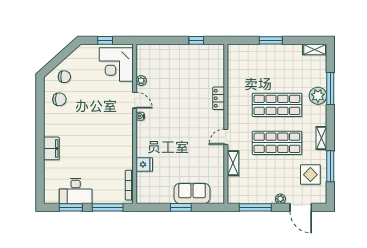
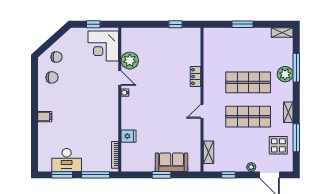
plant: (141, 81) -> (130, 61), width x1.87, depth x1.87
filing cabinet: (51, 148) -> (45, 117), width x0.50
shelving: (233, 163) -> (208, 152), moved
window: (255, 207) -> (229, 175), width x0.46

